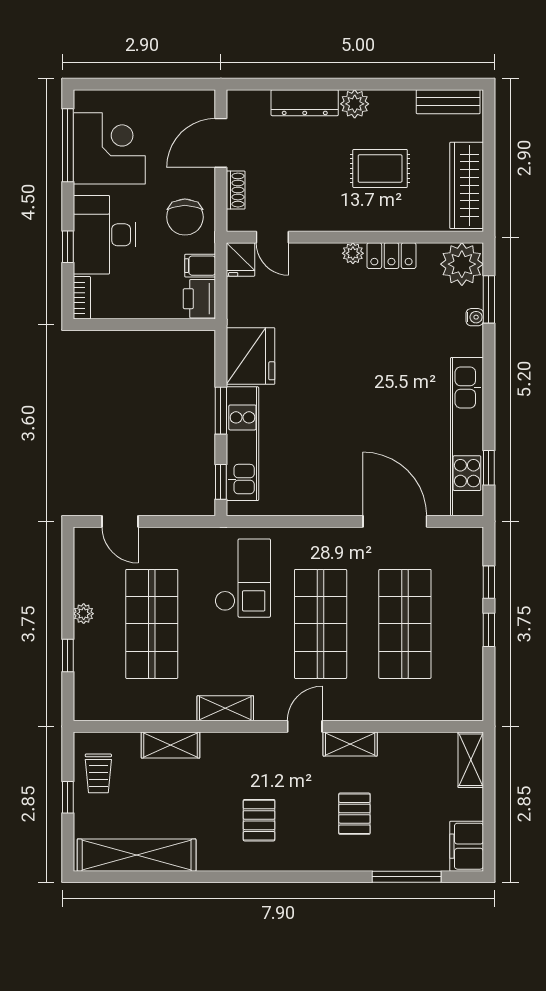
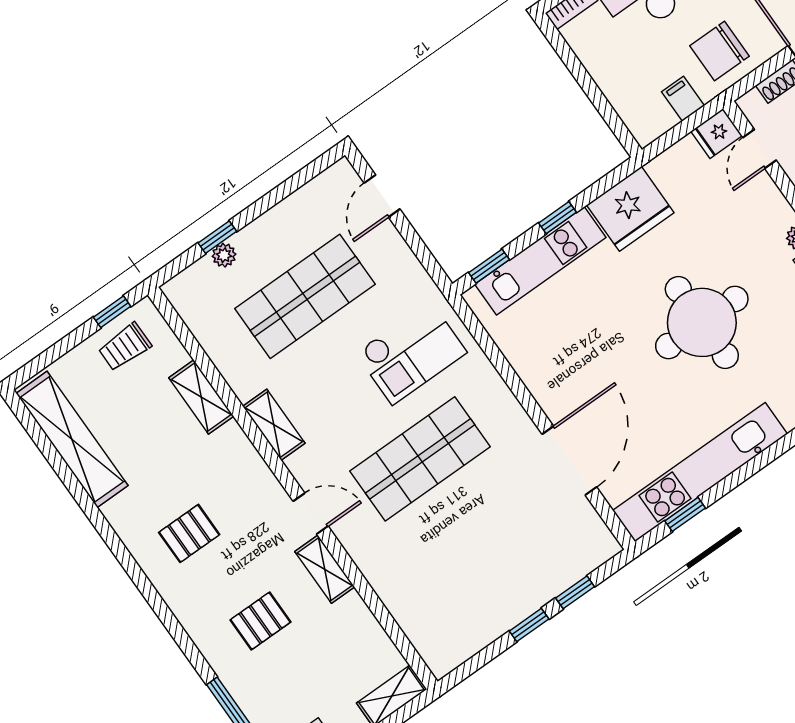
printer: (199, 299) -> (651, 121), removed
round table: (364, 362) -> (702, 322), added
window: (221, 411) -> (558, 218), width x0.67
plant: (84, 614) -> (224, 255), moved
shop shelf: (405, 624) -> (478, 540), removed
window: (68, 797) -> (112, 312), moved

